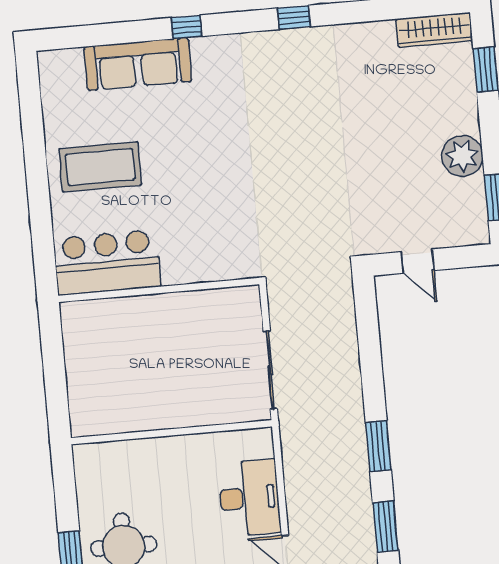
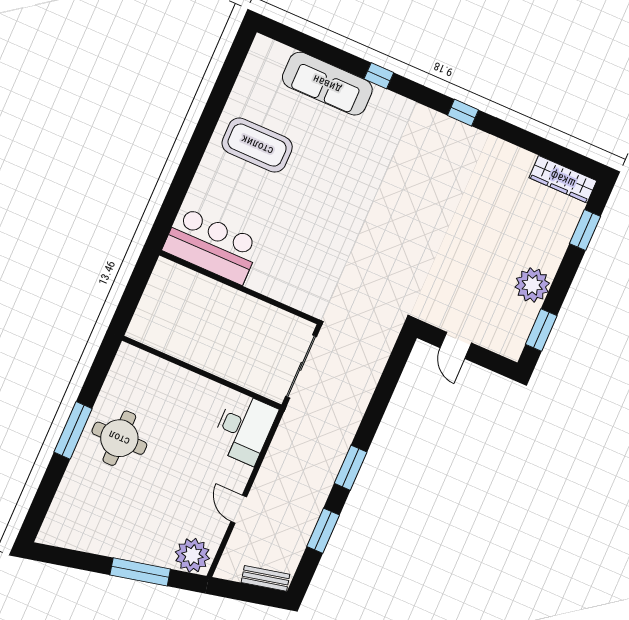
bar counter: (107, 262) -> (212, 246), moved
wall: (159, 290) -> (239, 287), moved
desk: (249, 498) -> (244, 428), moved

